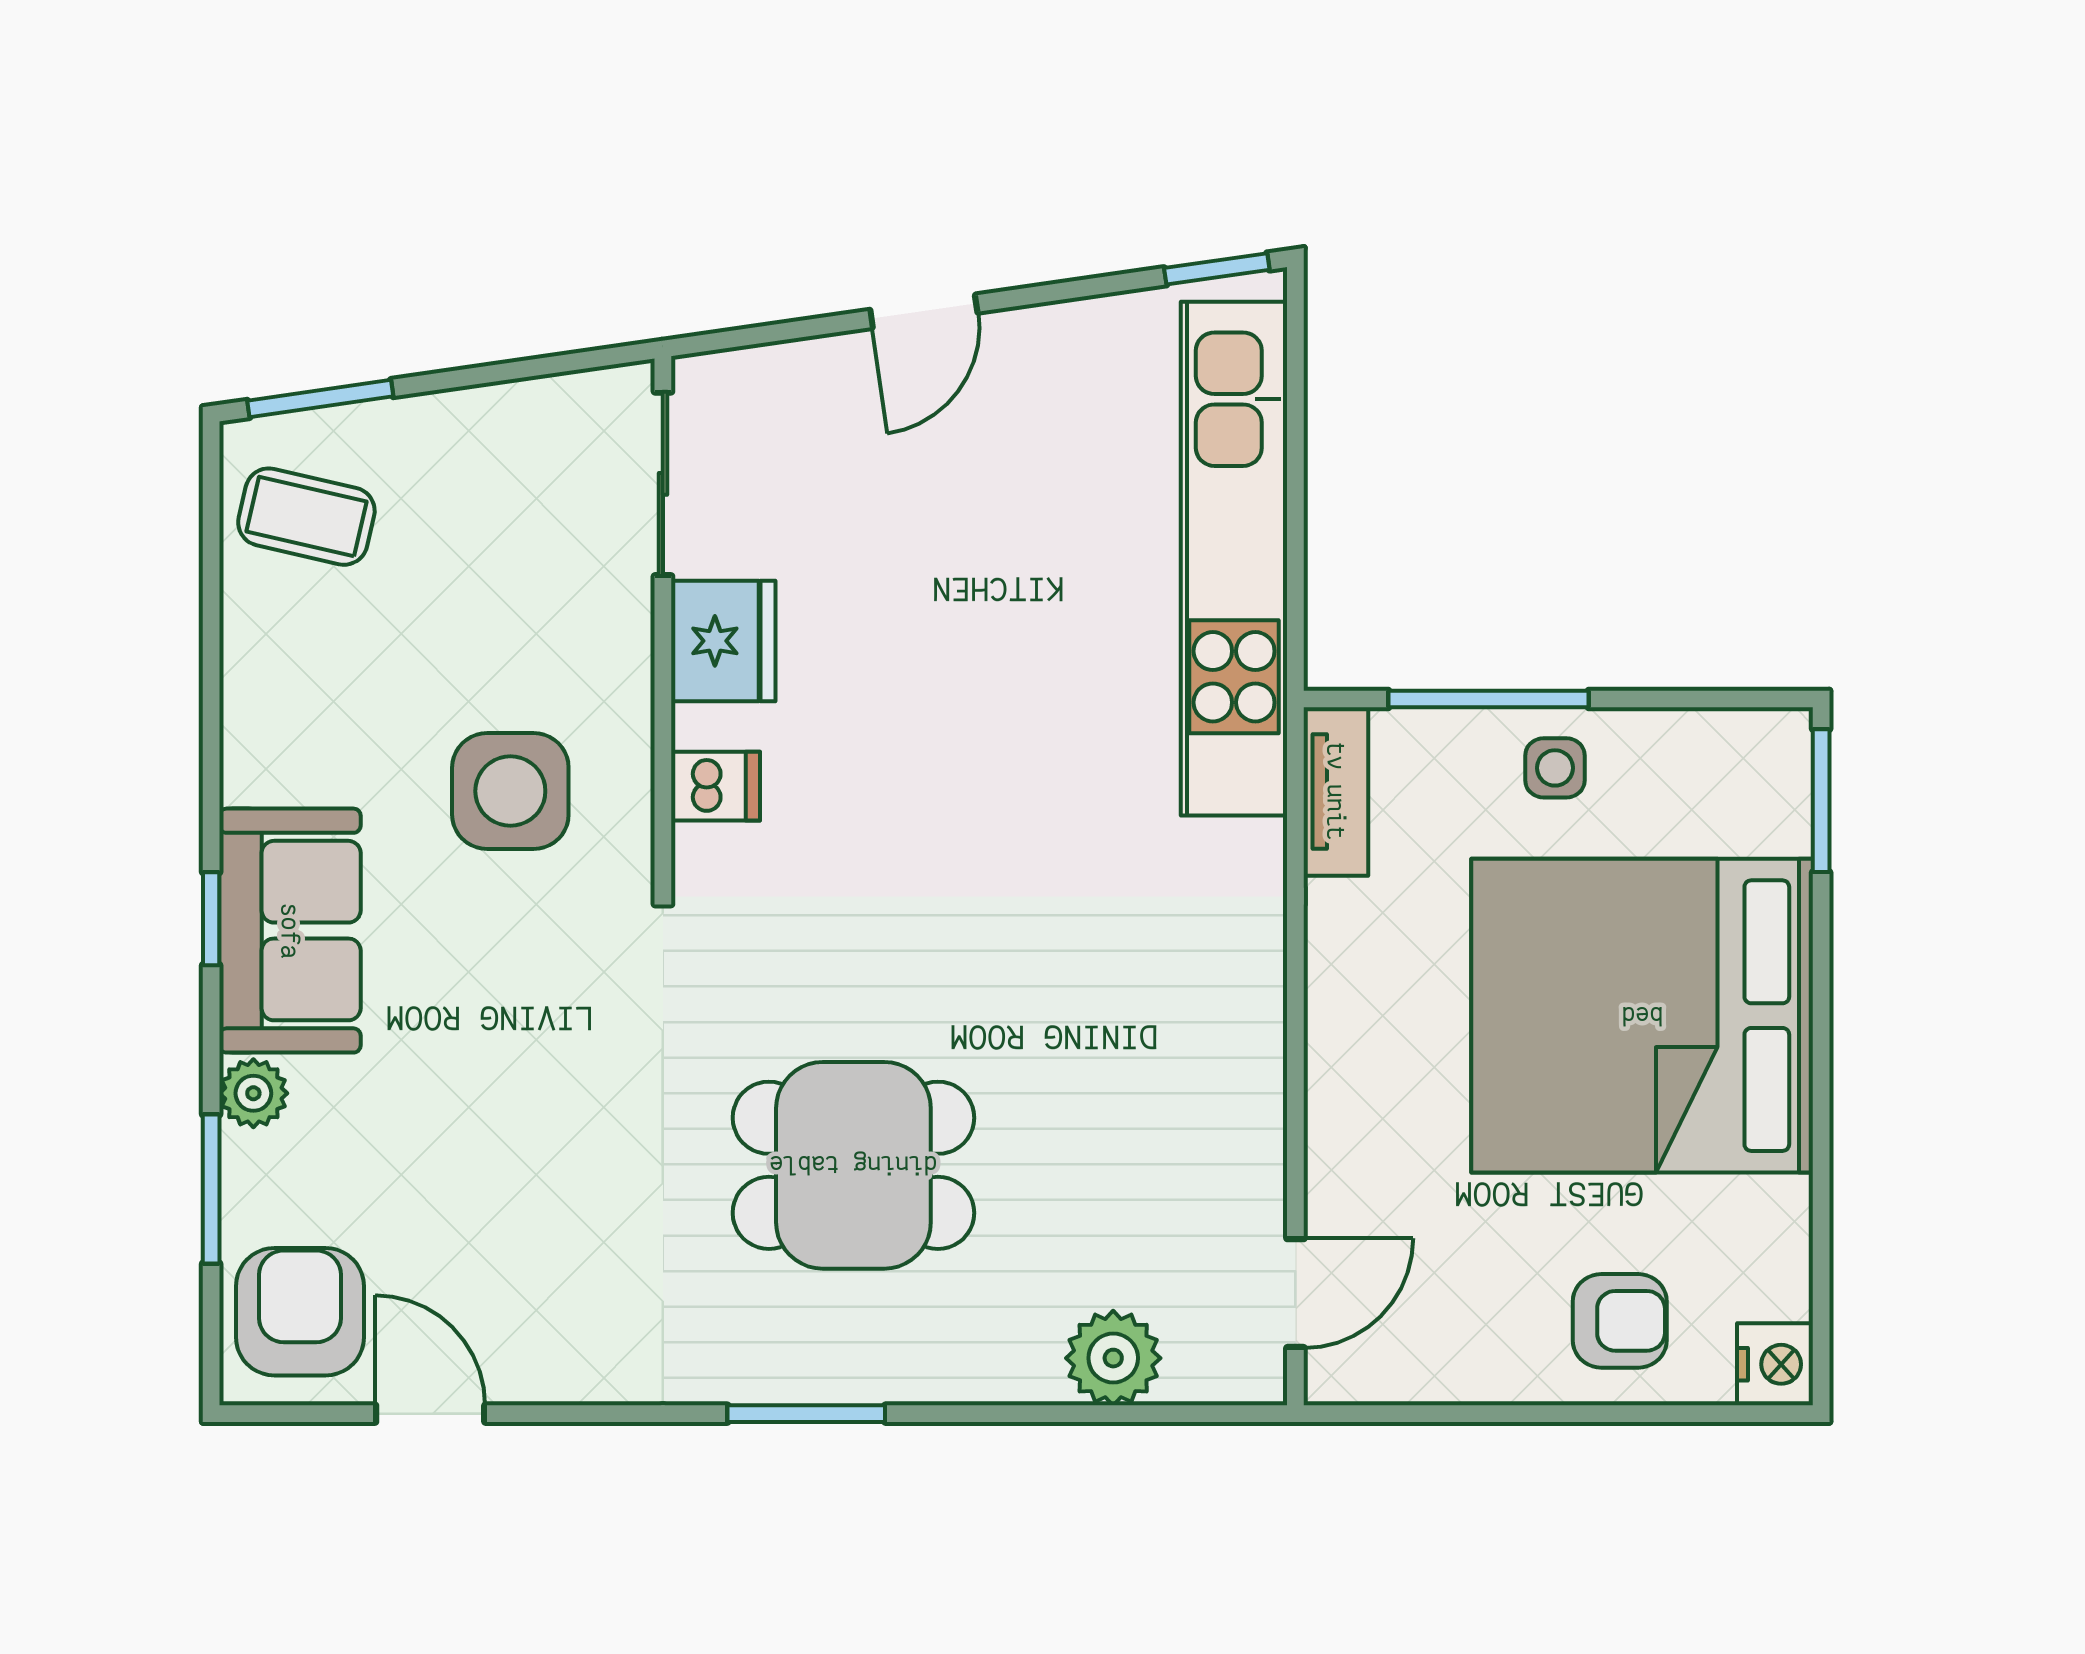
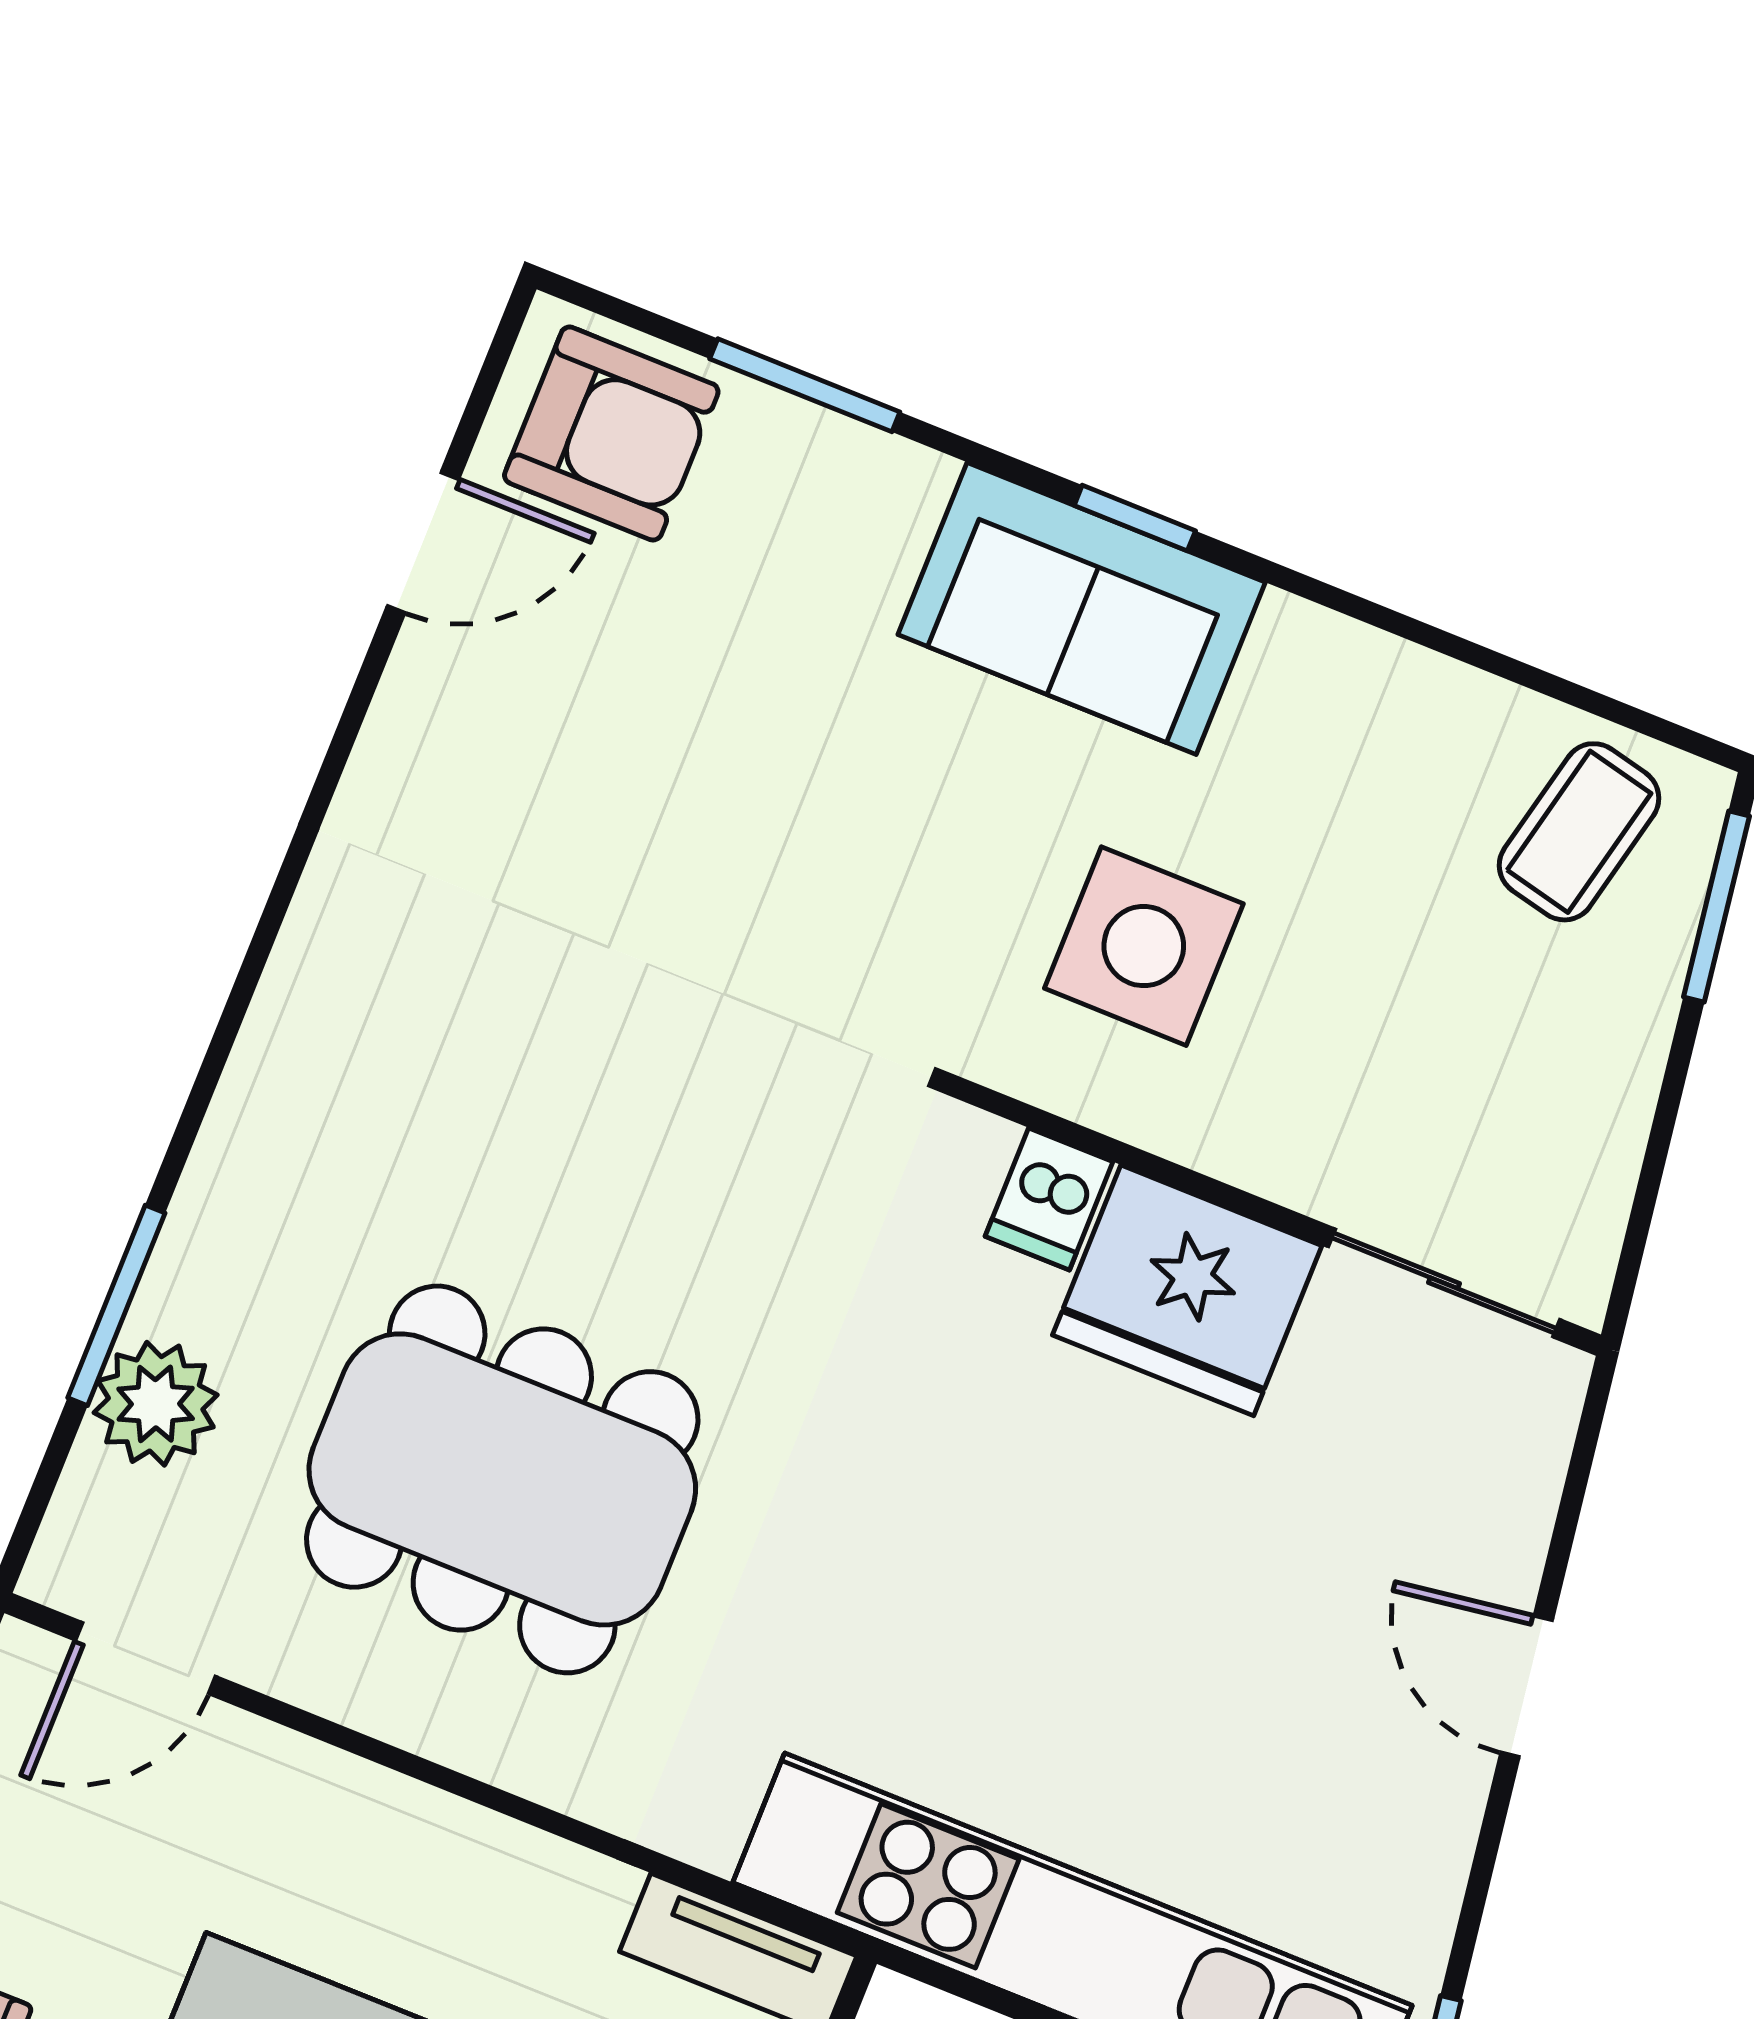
fridge: (723, 641) -> (1187, 1290), width x1.36, depth x1.34
plant: (253, 1093) -> (901, 484), removed
dining table: (853, 1165) -> (502, 1479), moved, width x1.38
door: (1295, 1293) -> (145, 1658), hinge flipped
window: (806, 1414) -> (116, 1305), moved

